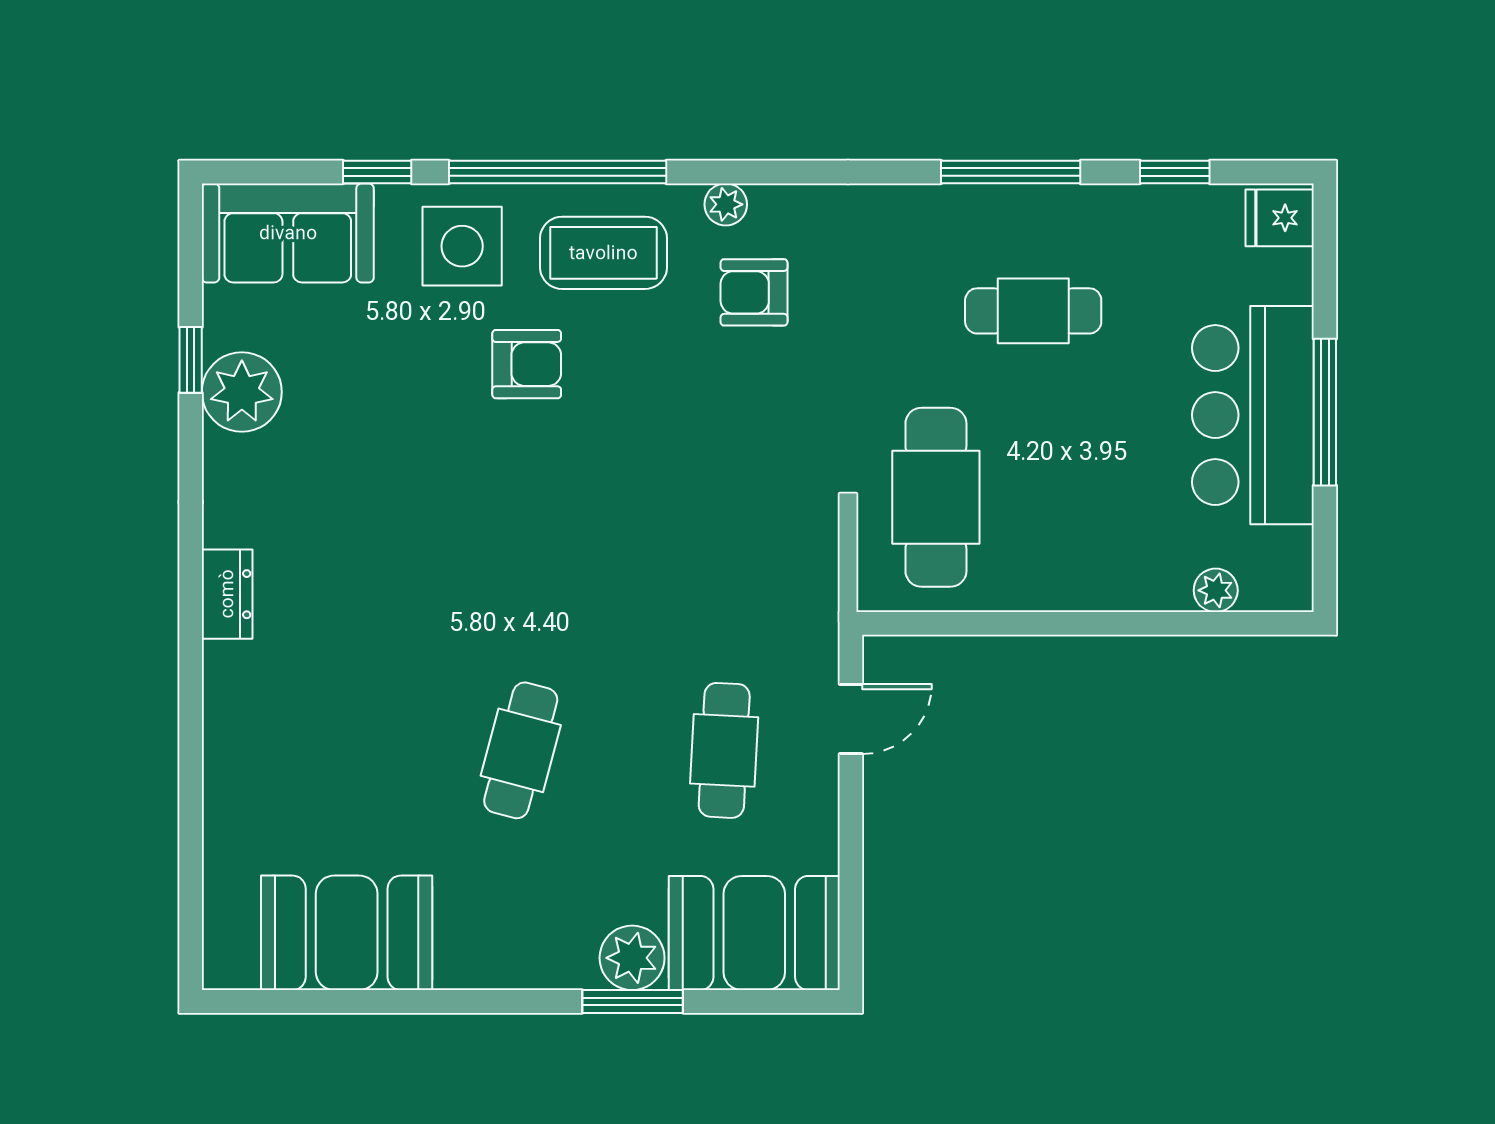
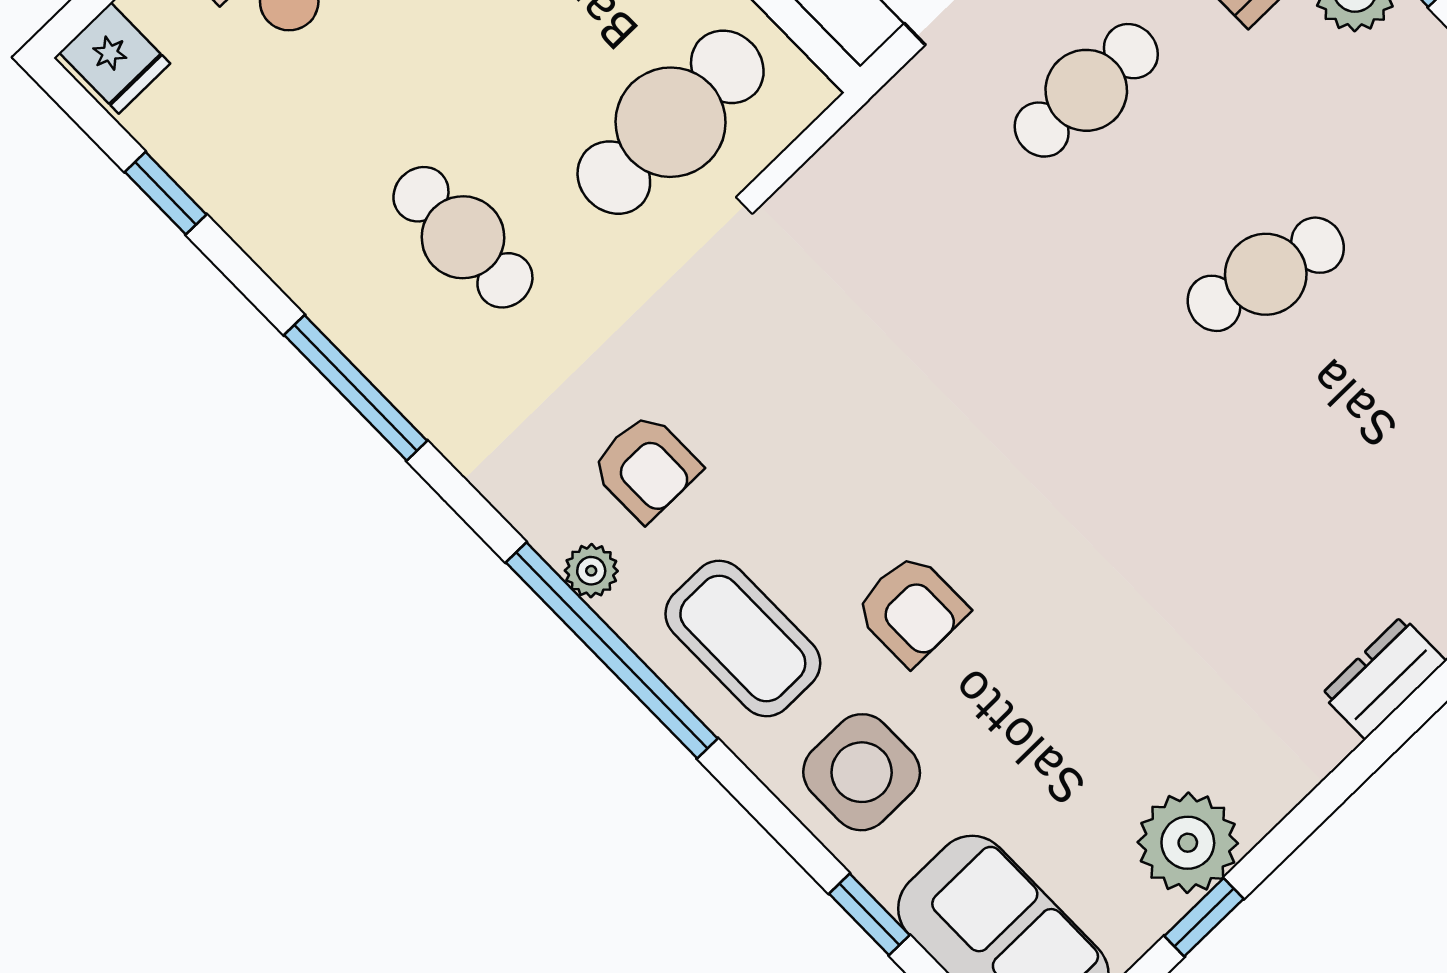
window: (558, 172) -> (612, 650), moved
window: (1011, 172) -> (356, 388), moved
cafe table: (1033, 311) -> (463, 237), moved
armchair: (527, 364) -> (911, 610), turned 180

